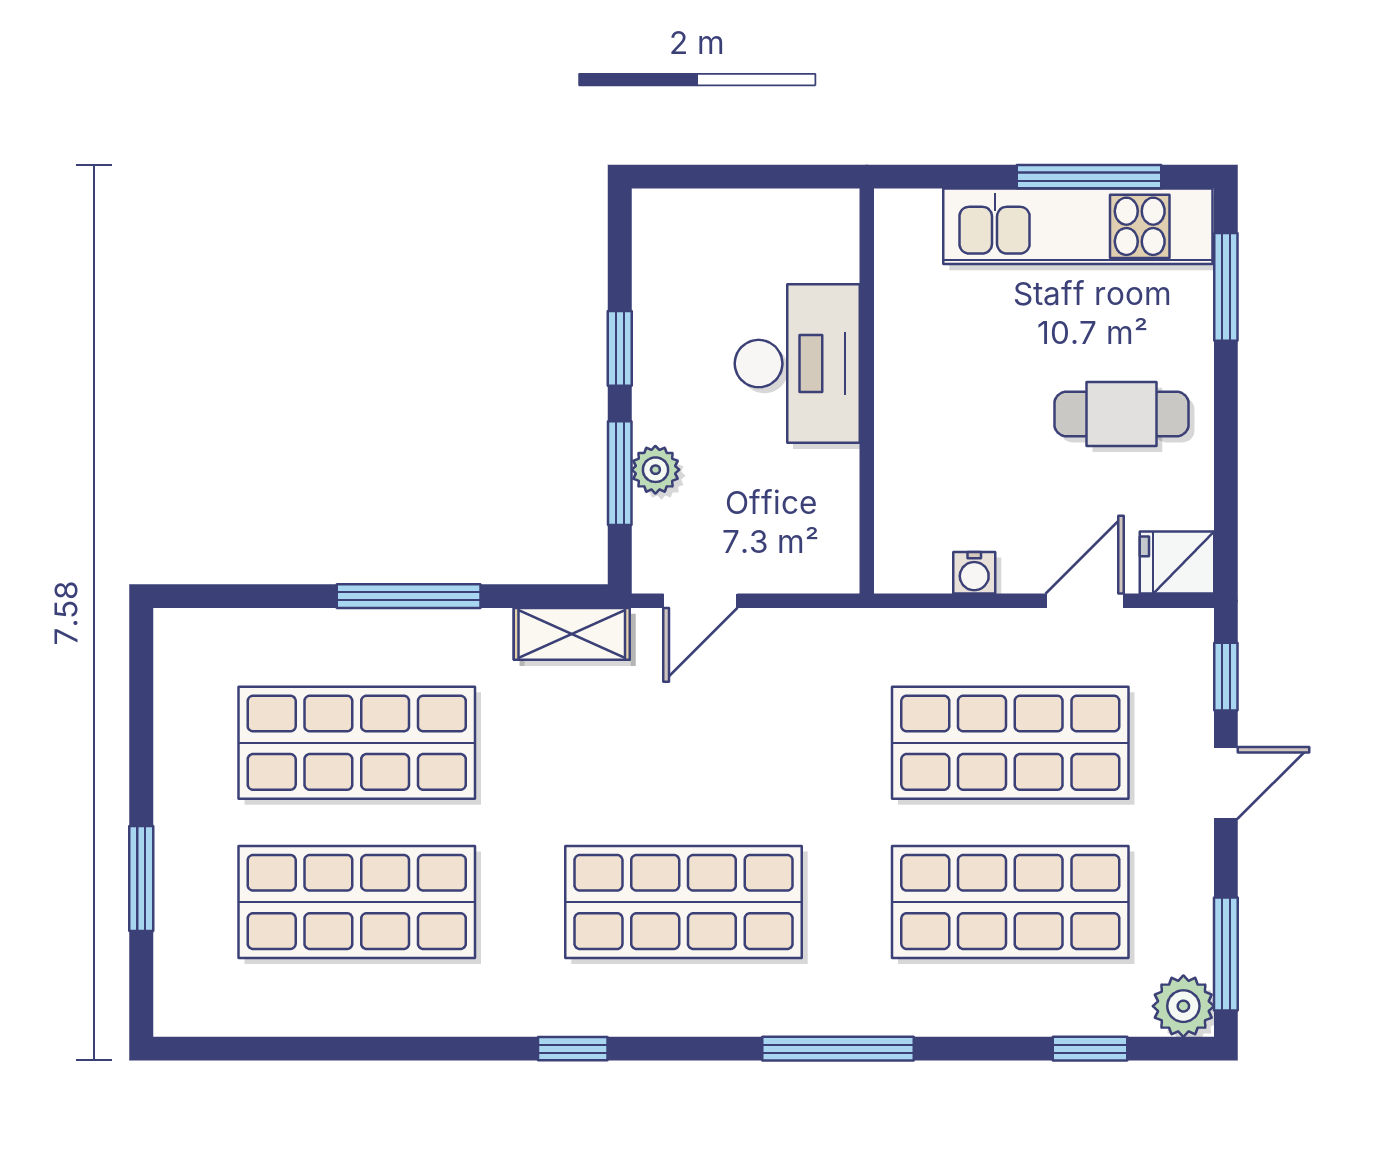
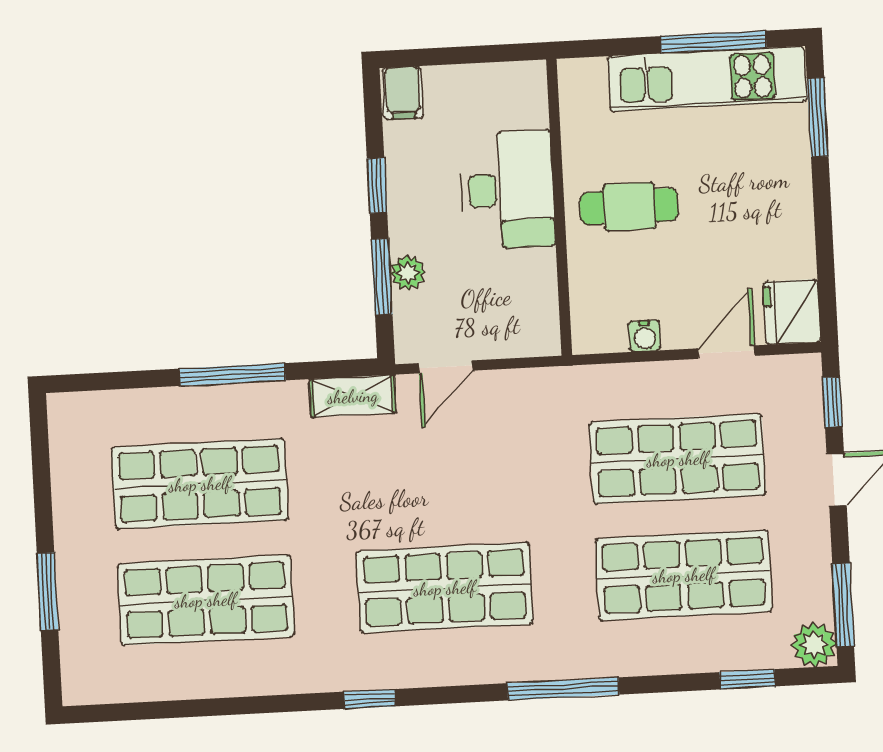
filing cabinet: (662, 224) -> (403, 93), added
cafe table: (1122, 414) -> (629, 207), moved
fridge: (1177, 563) -> (792, 312), width x1.38

